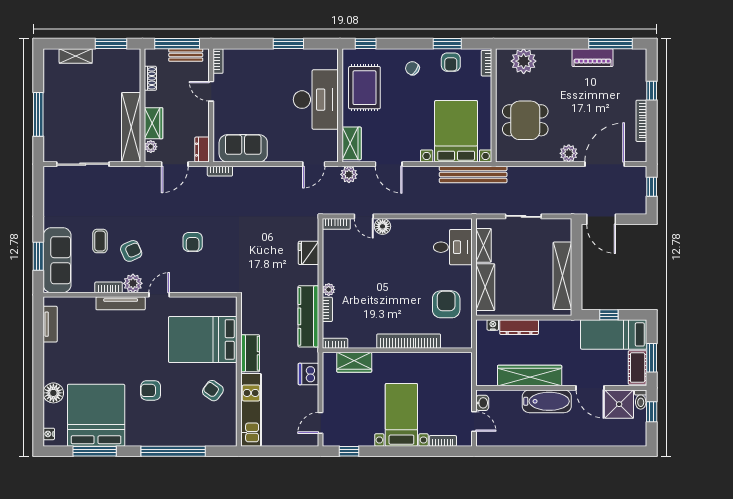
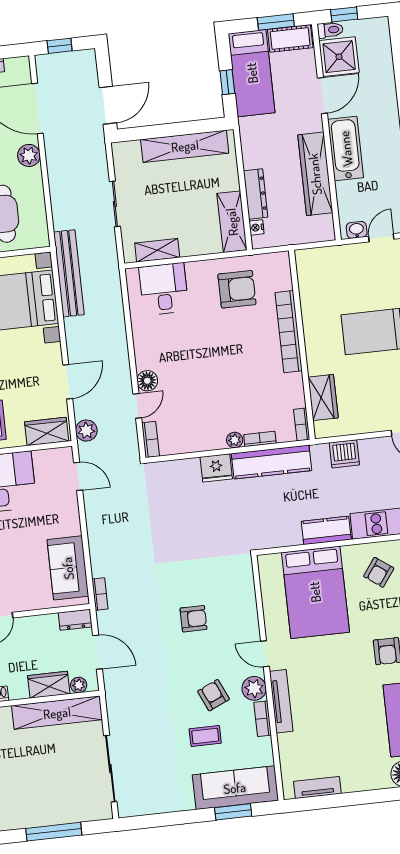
fridge: (308, 253) -> (216, 468), moved
shelving: (485, 287) -> (232, 222), moved, turned 90
armchair: (446, 304) -> (237, 289), turned 180

